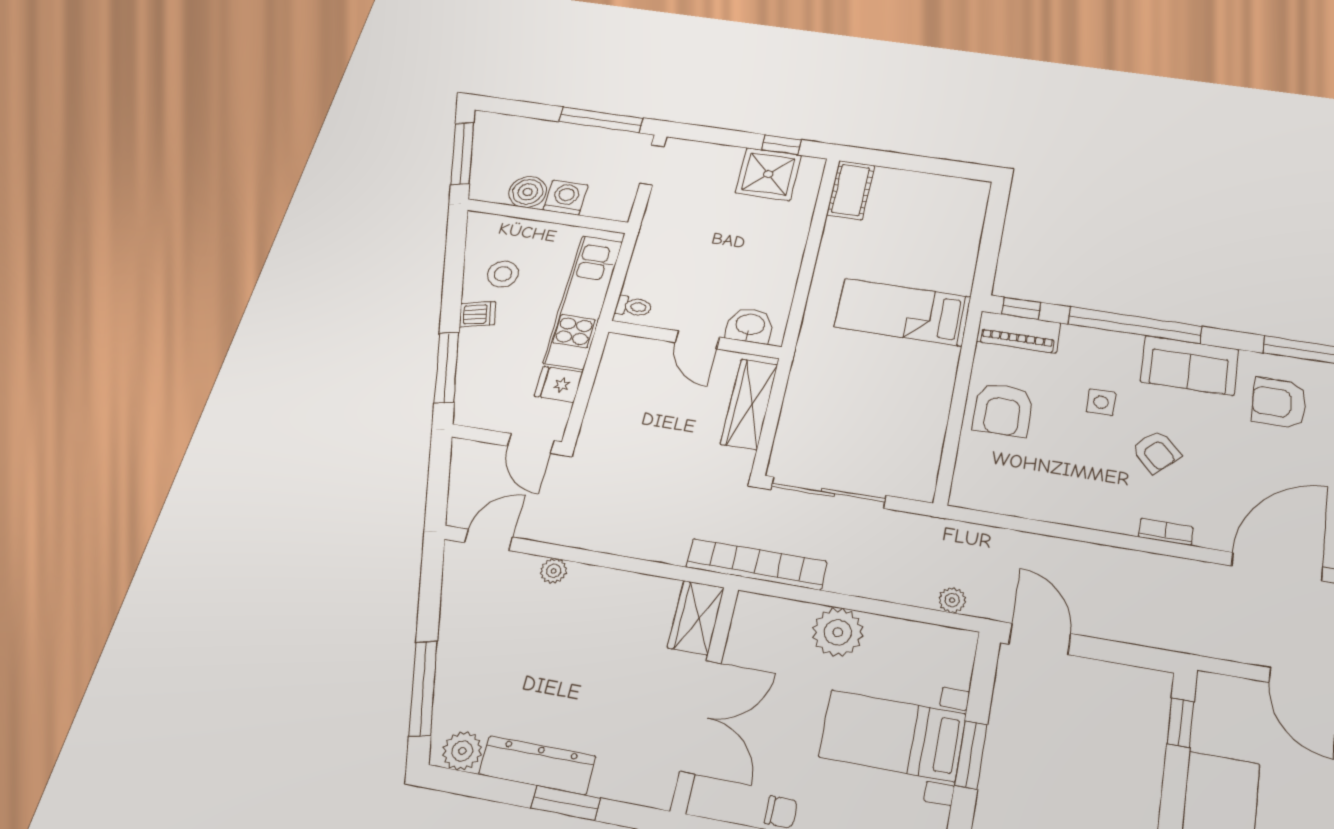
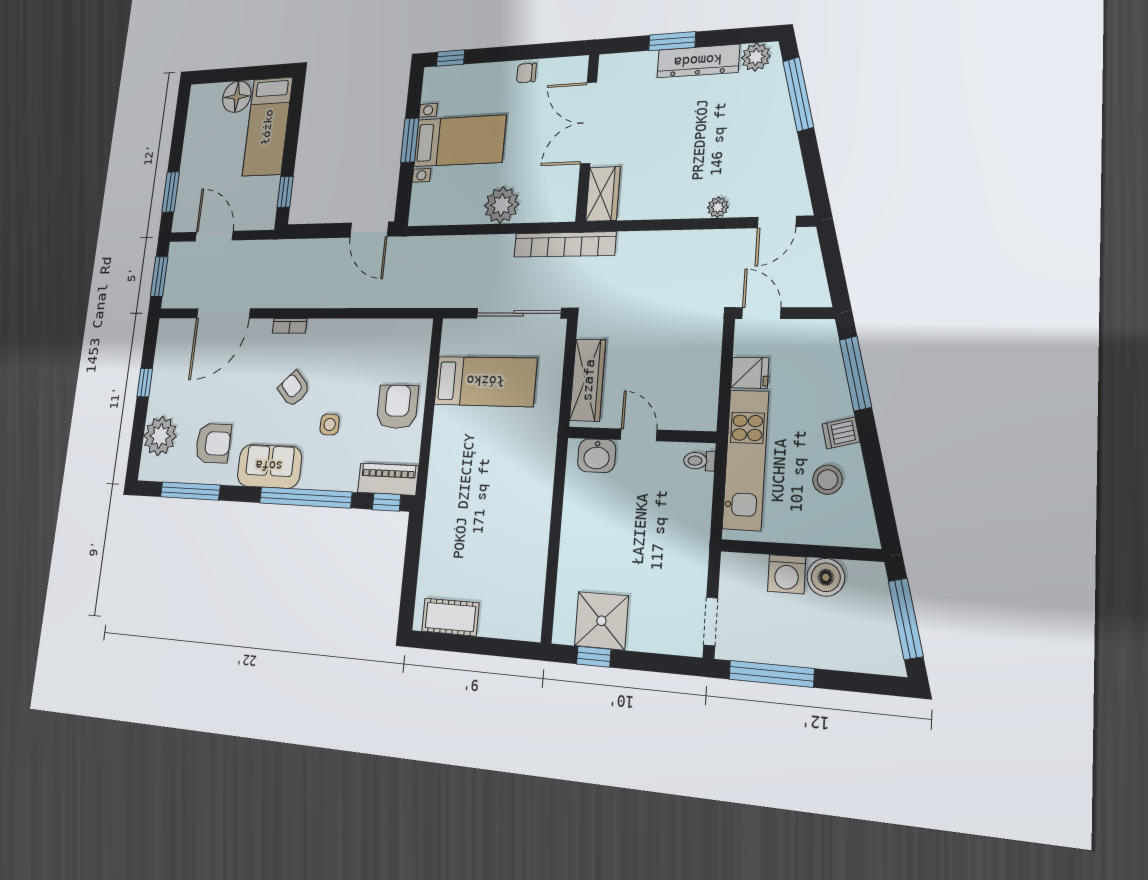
cot: (851, 190) -> (450, 617), moved, turned 90
bed: (903, 312) -> (485, 381), moved
plant: (952, 600) -> (426, 246), removed

